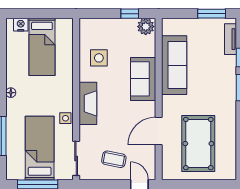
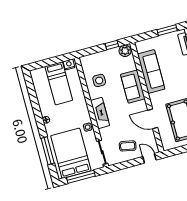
nightstand: (21, 25) -> (69, 65), moved
door: (159, 131) -> (153, 119), hinge flipped
bed: (40, 148) -> (71, 153), width x1.50

